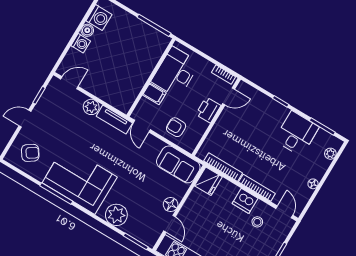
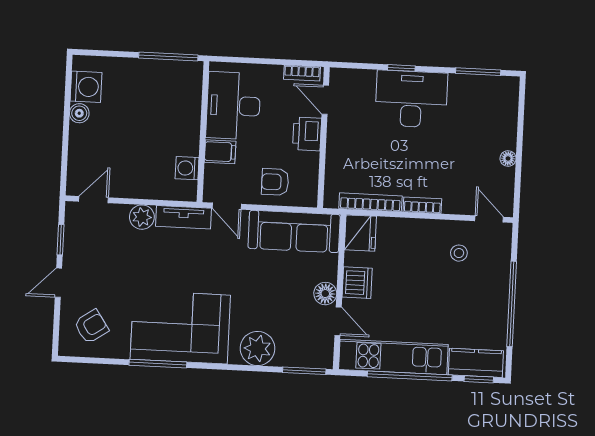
washing machine: (81, 43) -> (187, 168), moved, turned 180
door: (229, 96) -> (325, 100), swing flipped
desk: (297, 134) -> (411, 99), moved, width x1.37
plant: (330, 154) -> (510, 104), removed
sofa: (178, 164) -> (294, 231), width x1.36
bookcase: (257, 188) -> (422, 205), width x0.64
dishwasher: (245, 201) -> (357, 283), moved, turned -90

